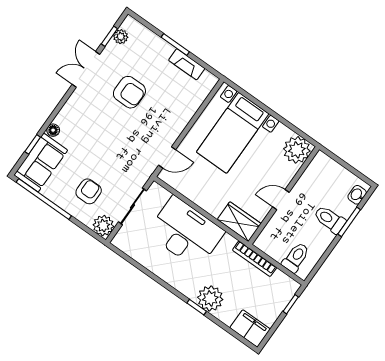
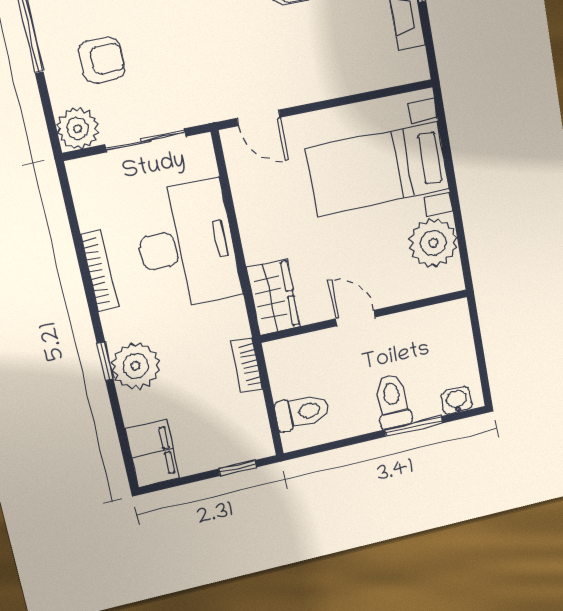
plant: (297, 150) -> (433, 243), moved
bookcase: (255, 259) -> (247, 365), width x0.64
bookcase: (161, 273) -> (100, 271), added

